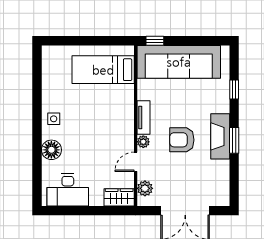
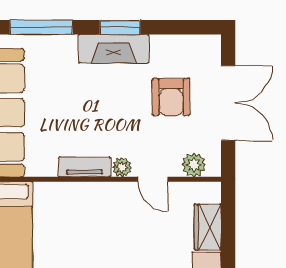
window: (234, 89) -> (41, 27), width x2.17
armchair: (182, 140) -> (171, 97), moved
wardrobe: (119, 197) -> (208, 227), moved

